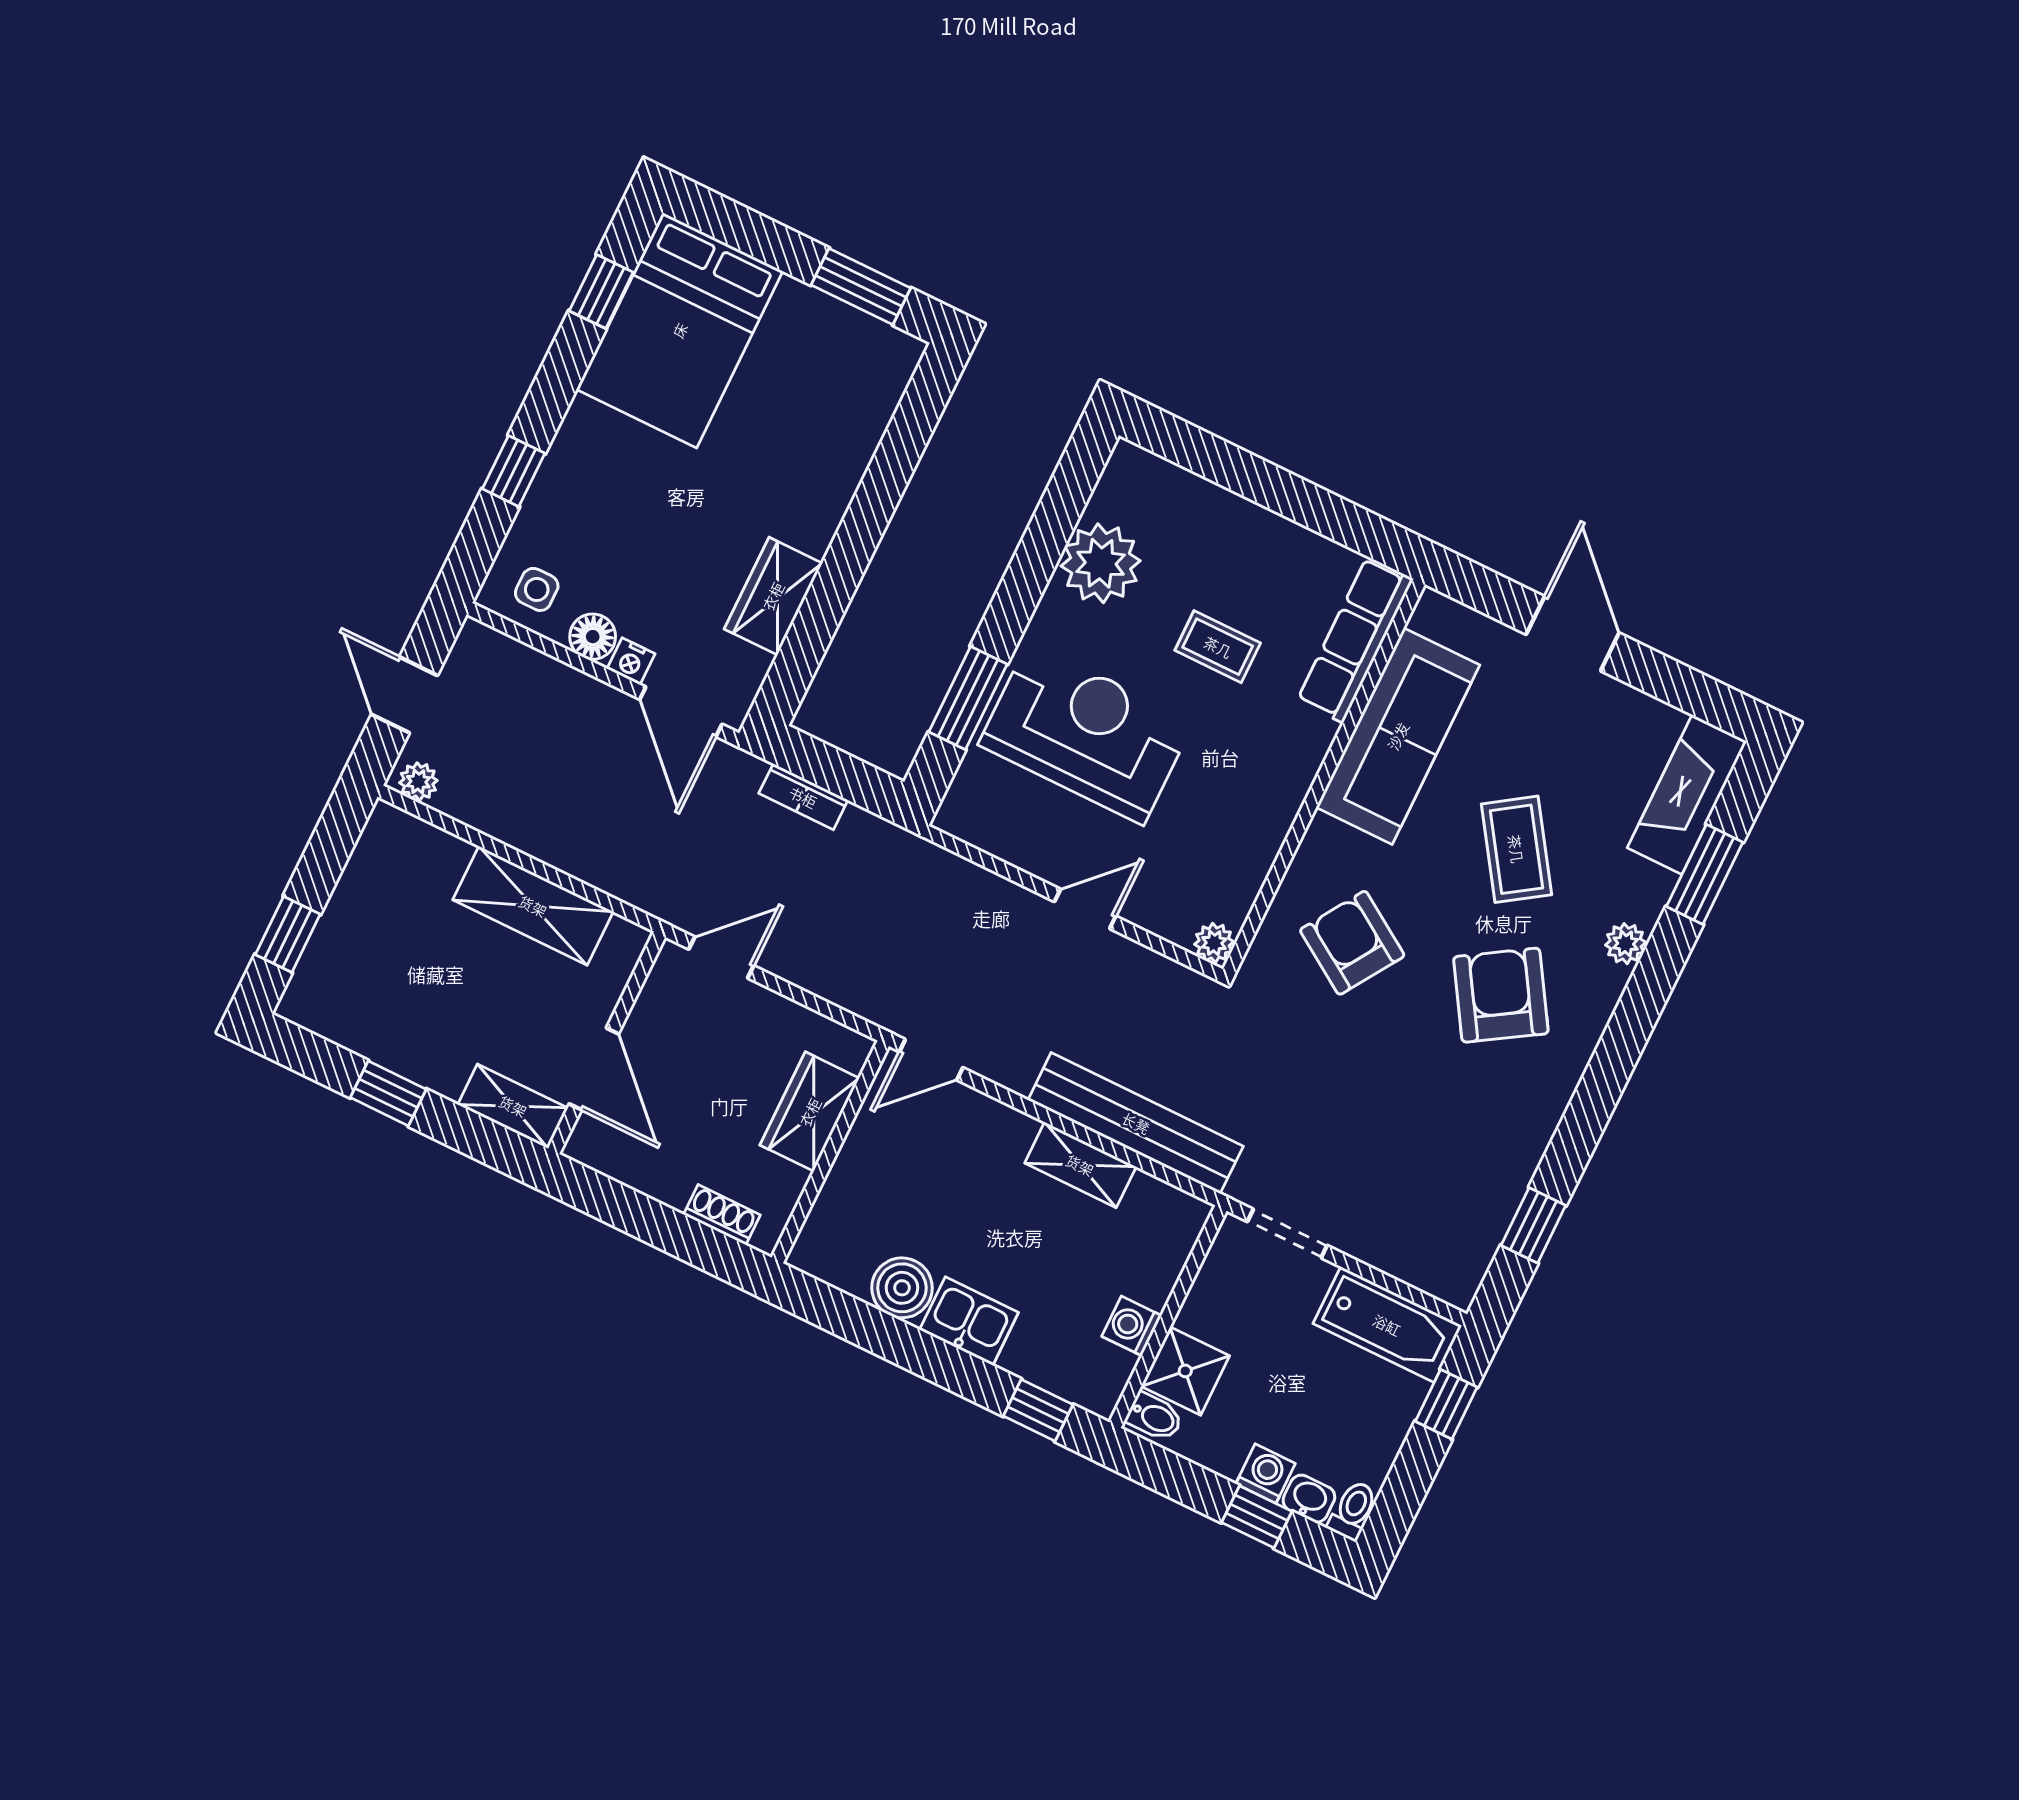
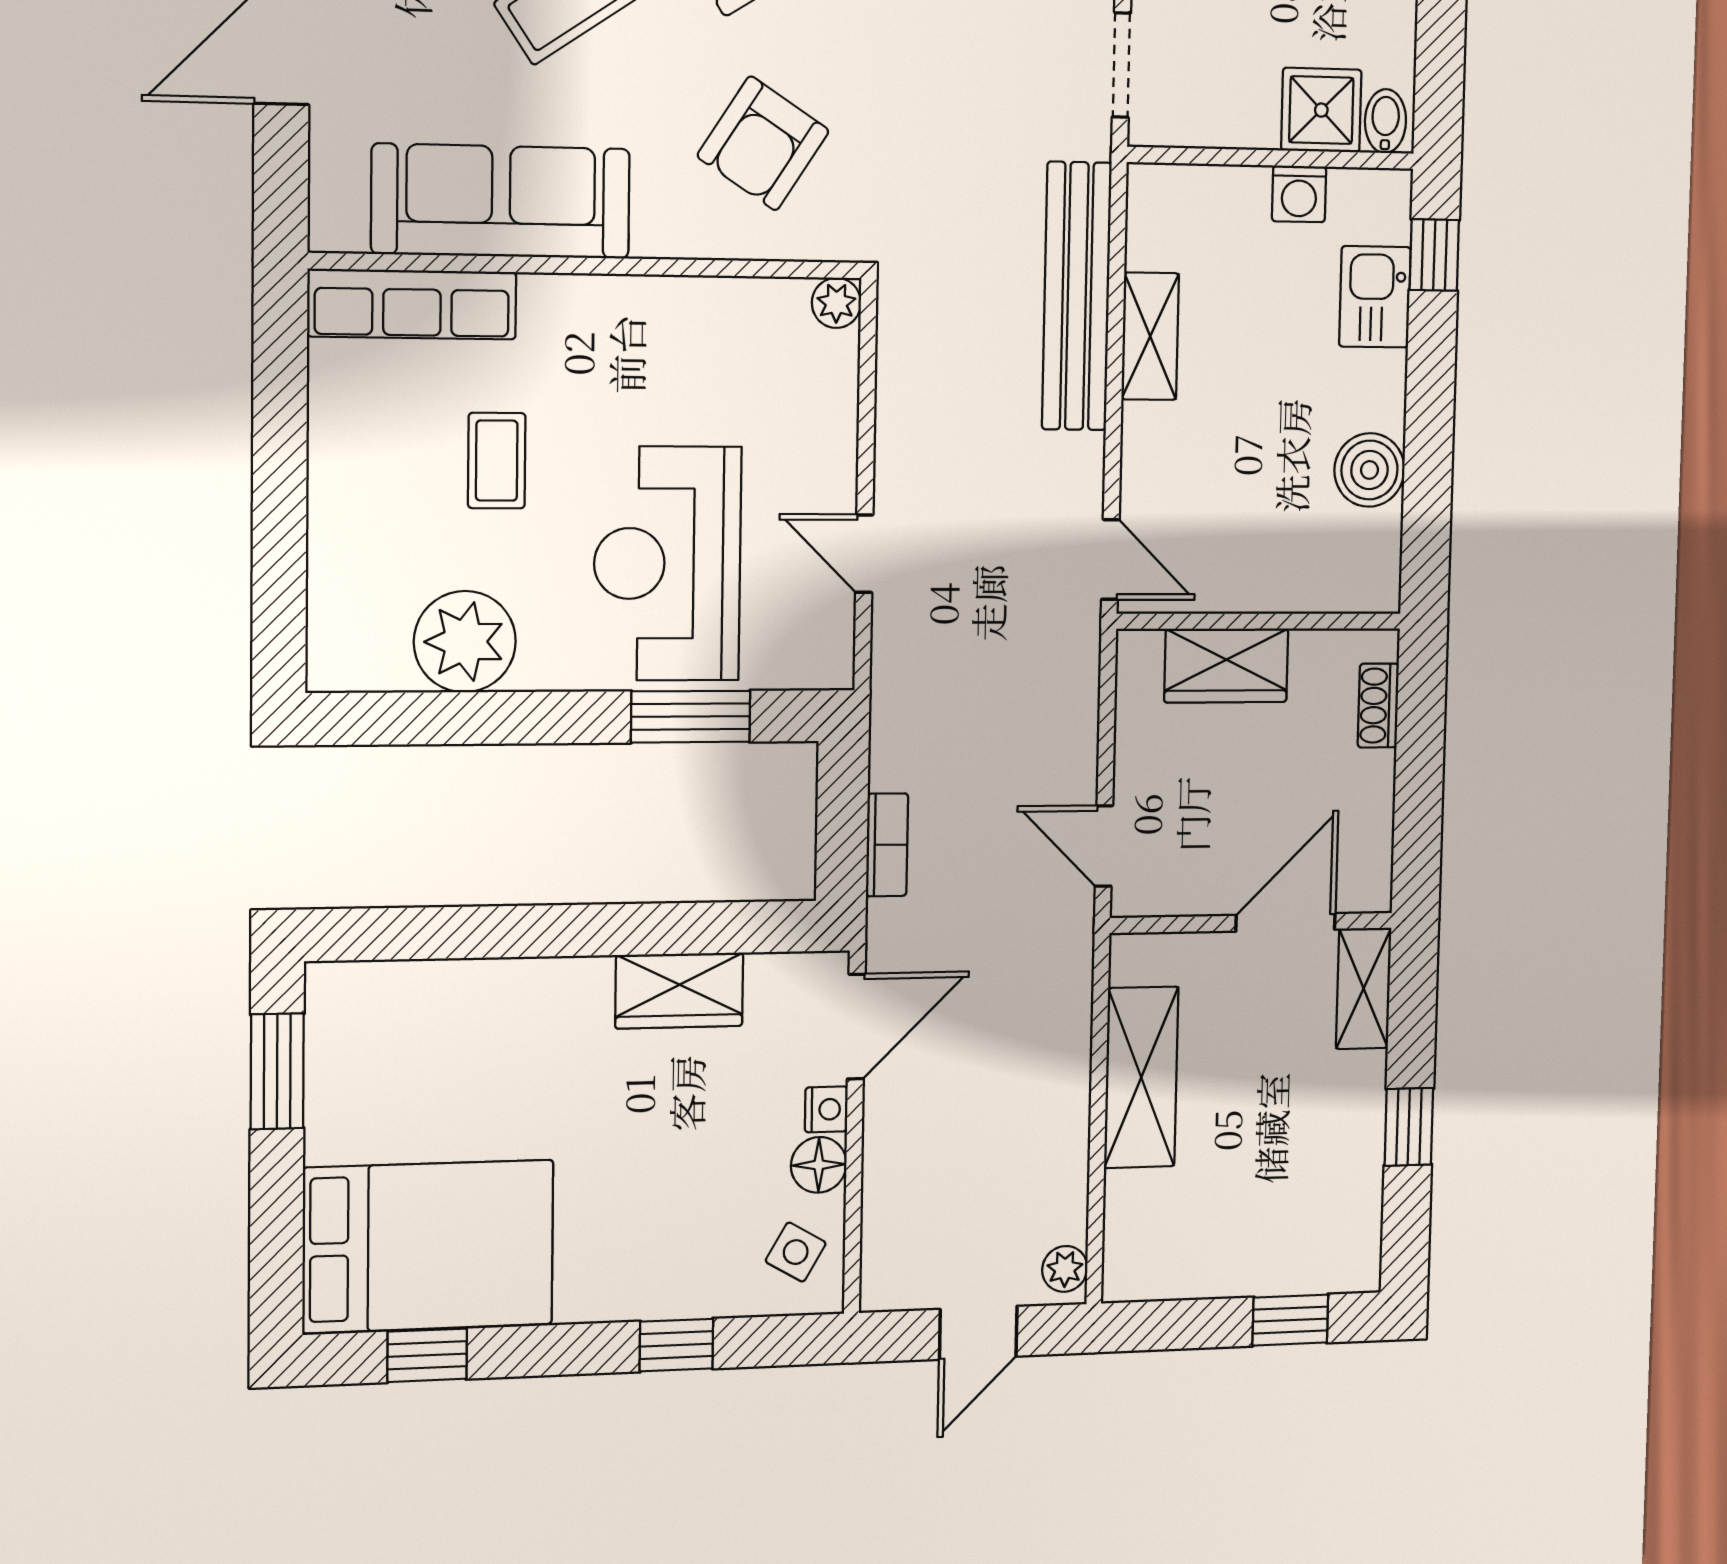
side table: (537, 589) -> (796, 1252), turned 30
door: (1085, 909) -> (864, 554), moved
kitchen sink: (969, 1321) -> (1375, 297), moved

